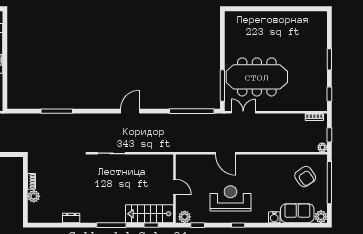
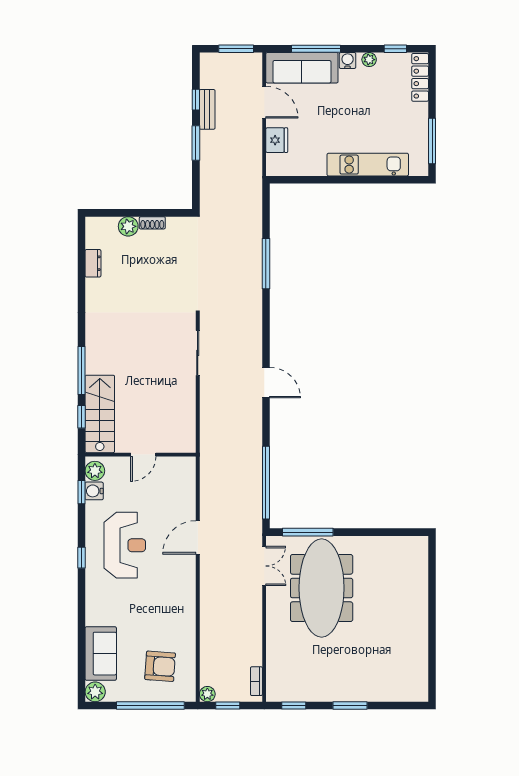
armchair: (305, 177) -> (160, 666), turned -141
water cooler: (274, 217) -> (94, 491), moved
dresser: (71, 218) -> (93, 263), moved
window: (111, 225) -> (81, 371), moved

